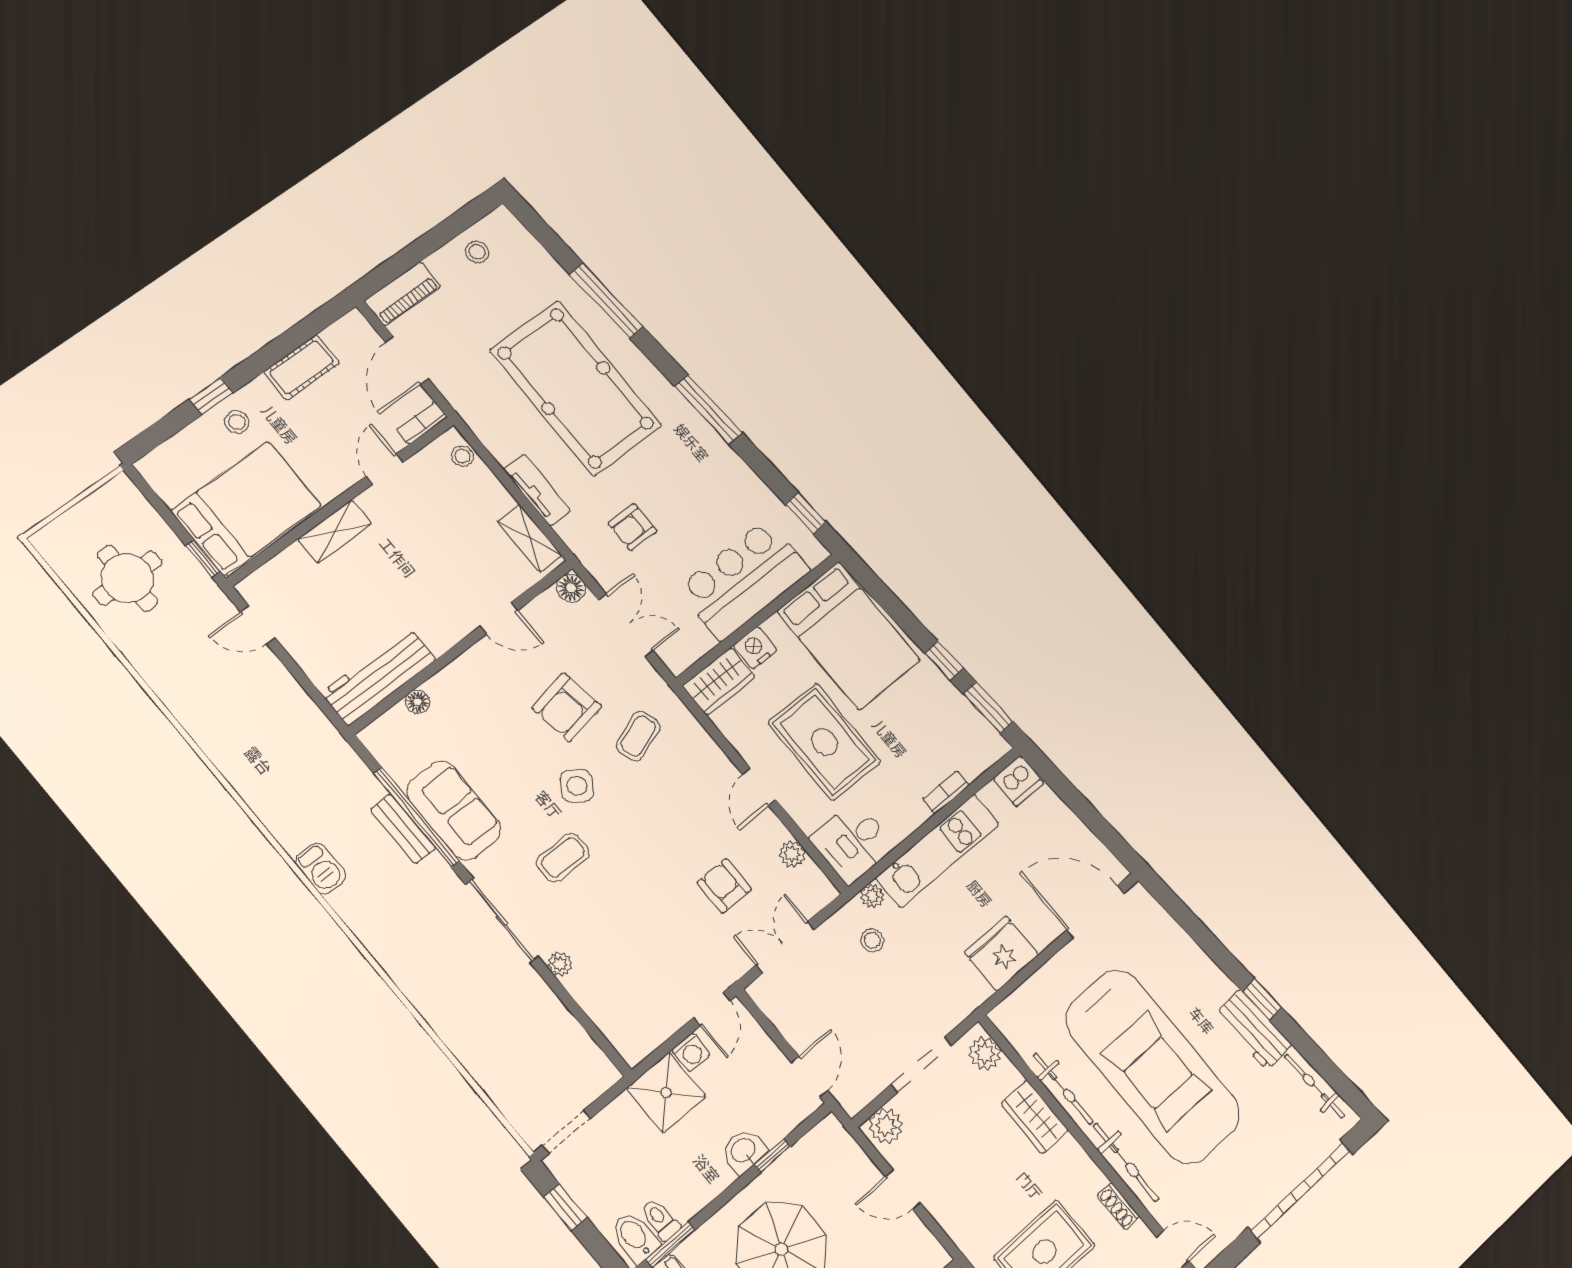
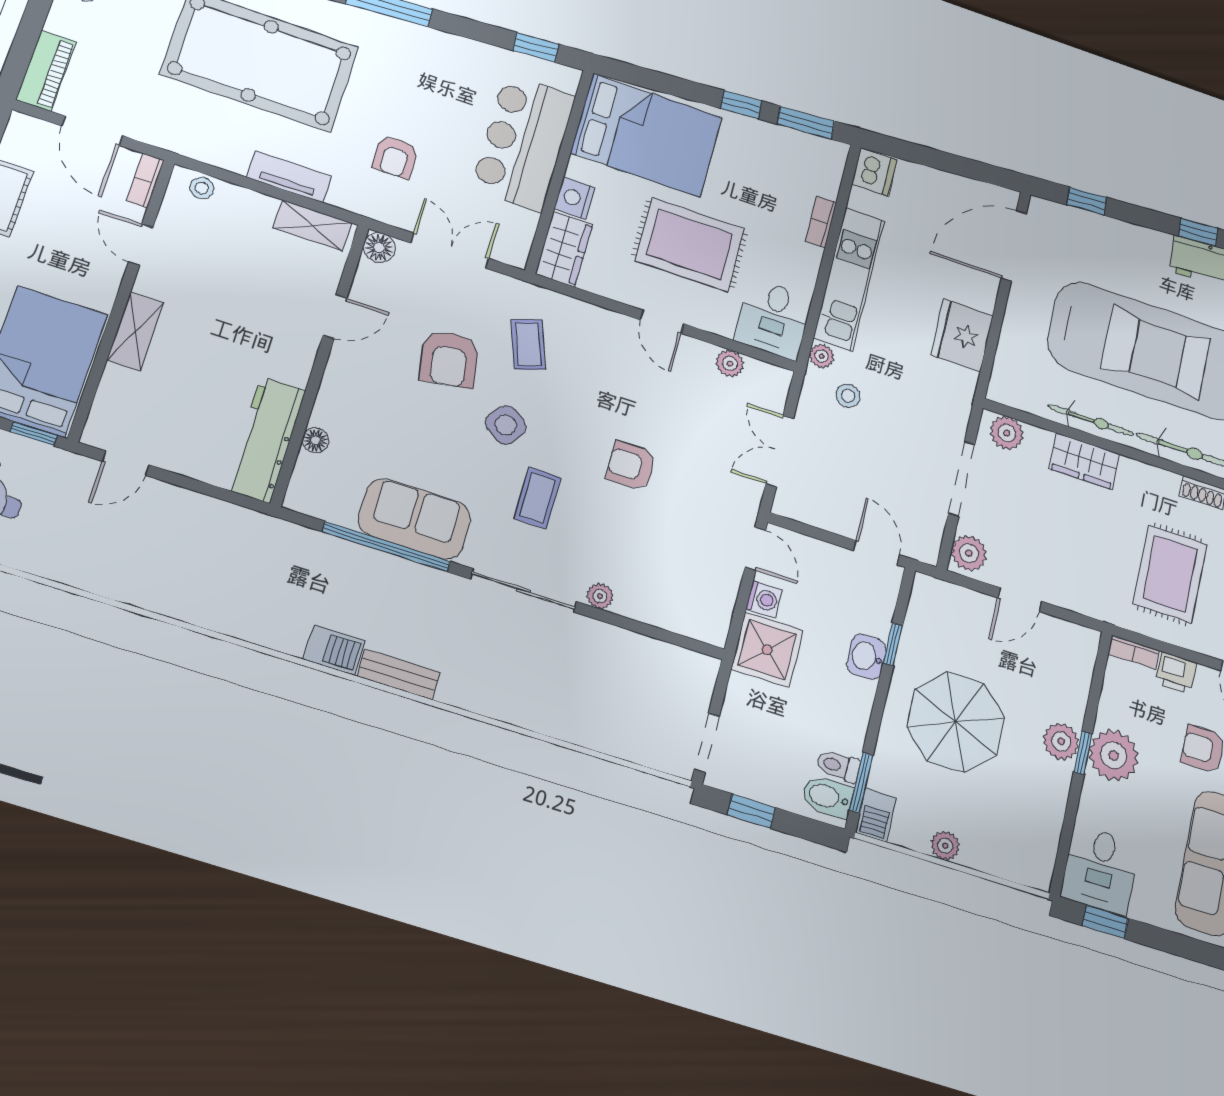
bench: (403, 829) -> (399, 674), moved
armchair: (724, 886) -> (631, 466), moved
window: (1183, 915) -> (1087, 201), added

